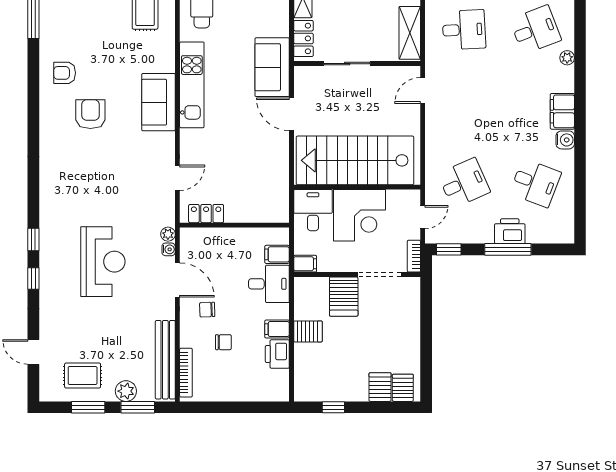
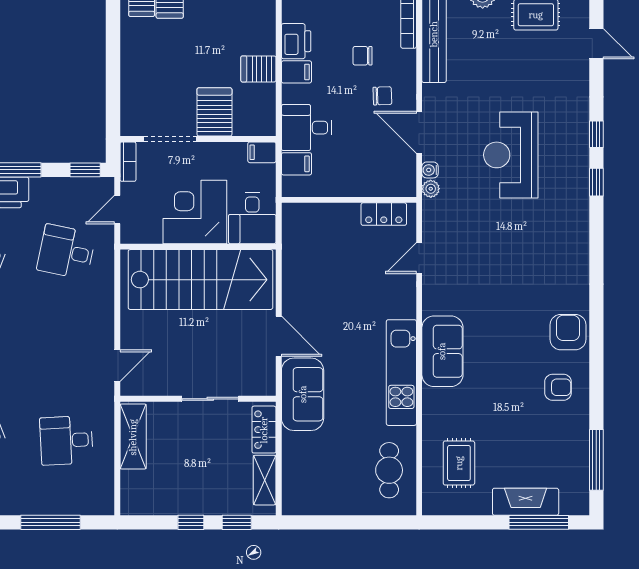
armchair: (90, 114) -> (568, 332), moved, turned 180
desk: (464, 183) -> (66, 252), turned 36

